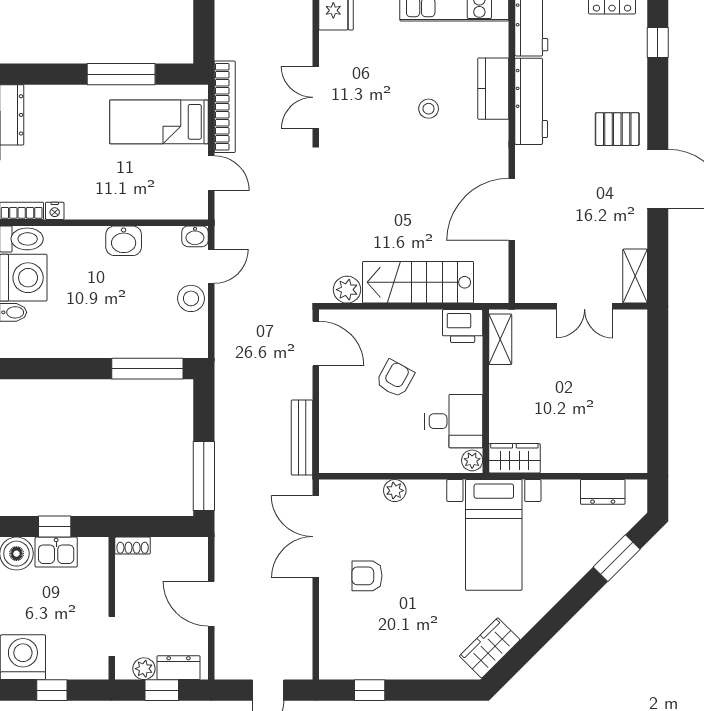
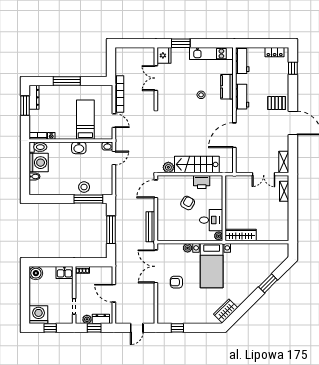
window: (121, 74) -> (67, 81), moved
double door: (316, 97) -> (156, 78), moved
workbench: (531, 101) -> (242, 97), width x0.73
bed: (159, 122) -> (85, 120), moved, turned 90
stool: (191, 298) -> (84, 187), moved
printer: (463, 326) -> (202, 182), moved
shelving: (500, 339) -> (284, 191), moved
door: (316, 343) -> (156, 189), swing flipped
wardrobe: (514, 458) -> (241, 235), width x1.50
window: (204, 476) -> (111, 230), moved
dresser: (603, 492) -> (271, 248), removed
window: (55, 526) -> (51, 262), removed
bed with nightstands: (494, 535) -> (212, 266), moved
kitchen sink: (56, 552) -> (64, 273), moved
window: (617, 558) -> (268, 283), moved

